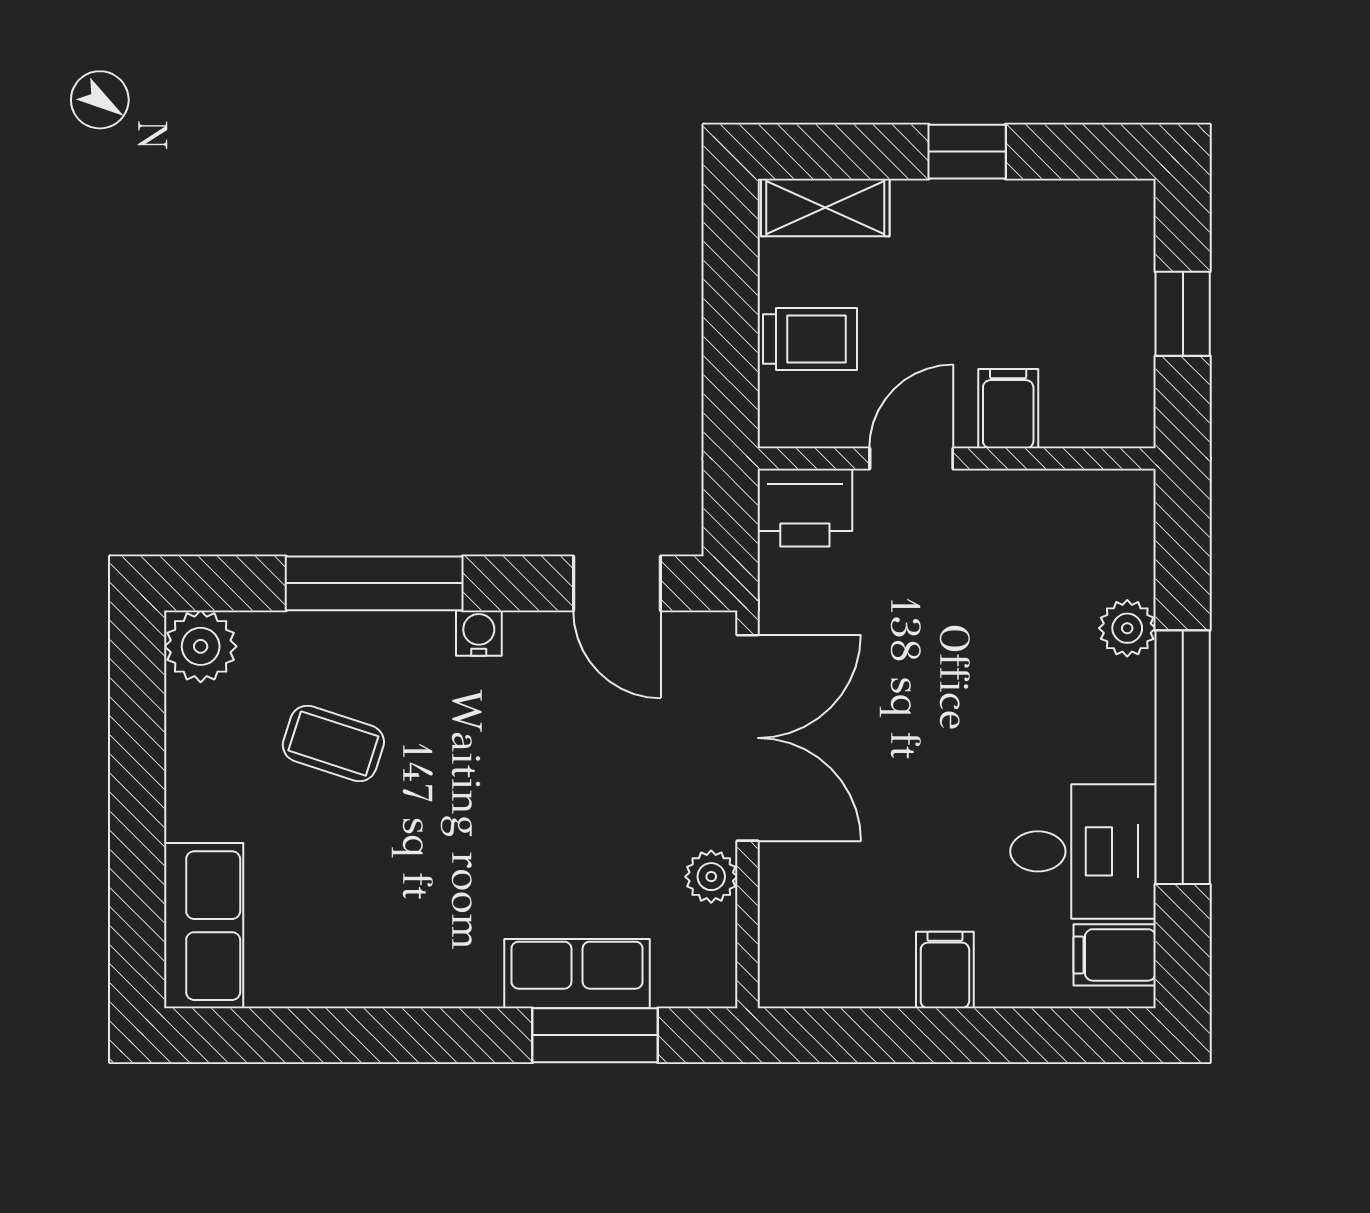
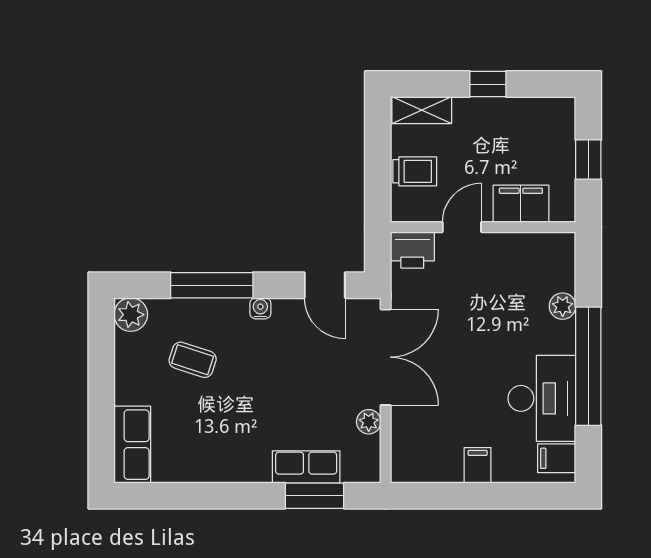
filing cabinet: (1008, 409) -> (521, 204), width x2.00
desk: (1083, 851) -> (542, 398), width x1.37

